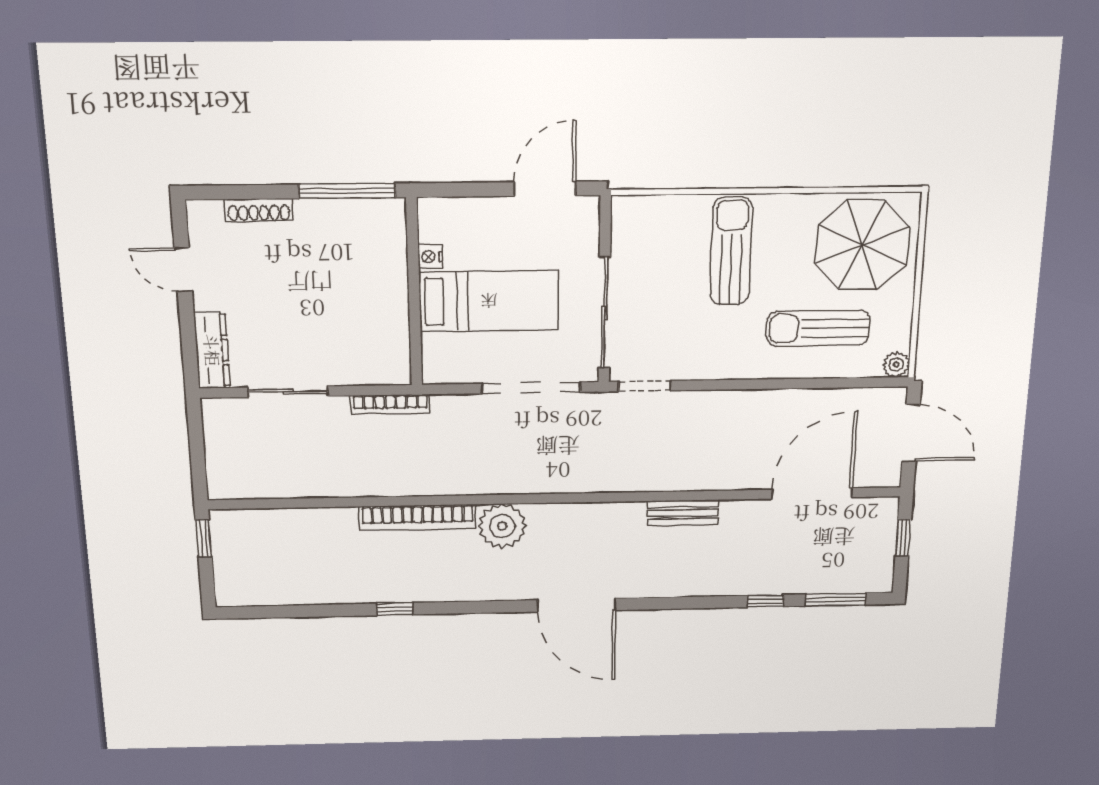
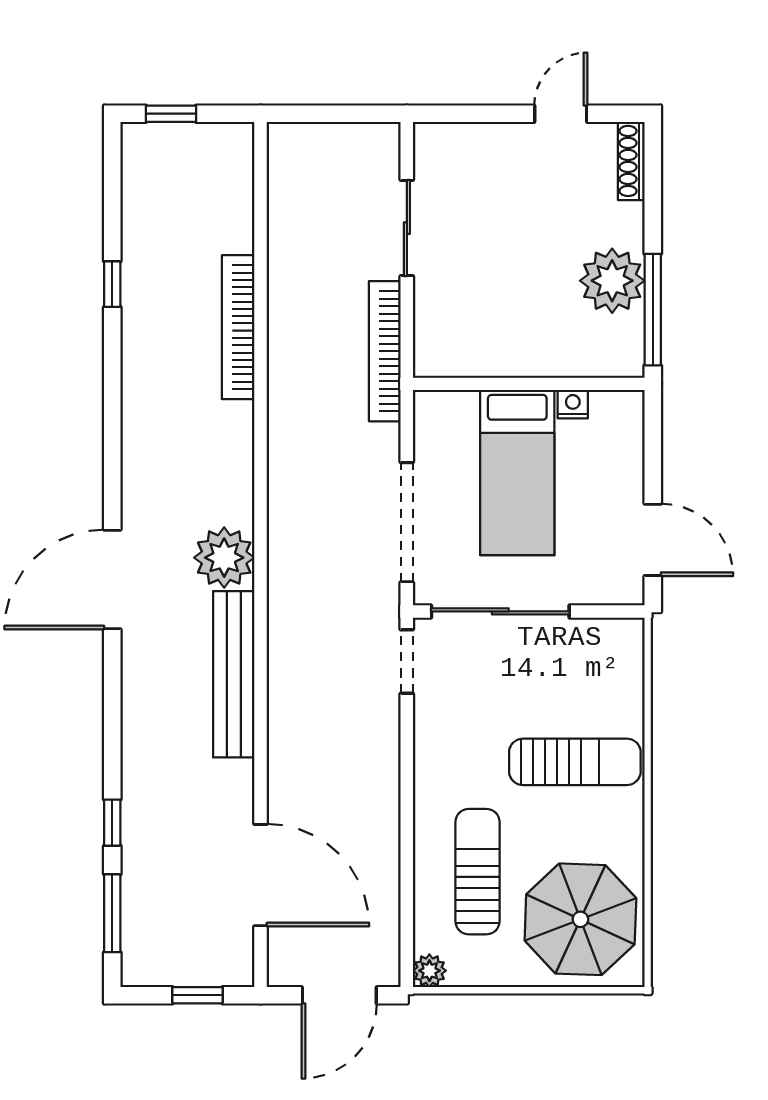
shoe rack: (259, 210) -> (631, 161), moved
plant: (324, 225) -> (612, 281), added
dresser: (212, 350) -> (461, 141), removed
bookcase: (390, 404) -> (385, 351), width x1.48, depth x1.31
bench: (683, 513) -> (234, 674), width x1.86, depth x1.21
bookcase: (418, 518) -> (238, 327), moved
plant: (502, 526) -> (224, 558), moved
window: (204, 538) -> (171, 114), moved
window: (395, 609) -> (112, 284), moved

